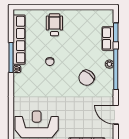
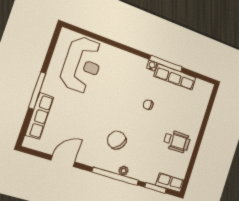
wheelchair: (54, 25) -> (177, 141), moved
row of seats: (108, 38) -> (170, 183), moved
row of seats: (19, 40) -> (175, 77), width x0.73

